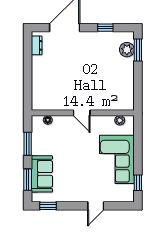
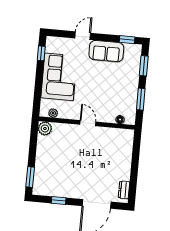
plant: (127, 50) -> (45, 128), moved
sofa: (42, 174) -> (106, 51), moved, turned -90

